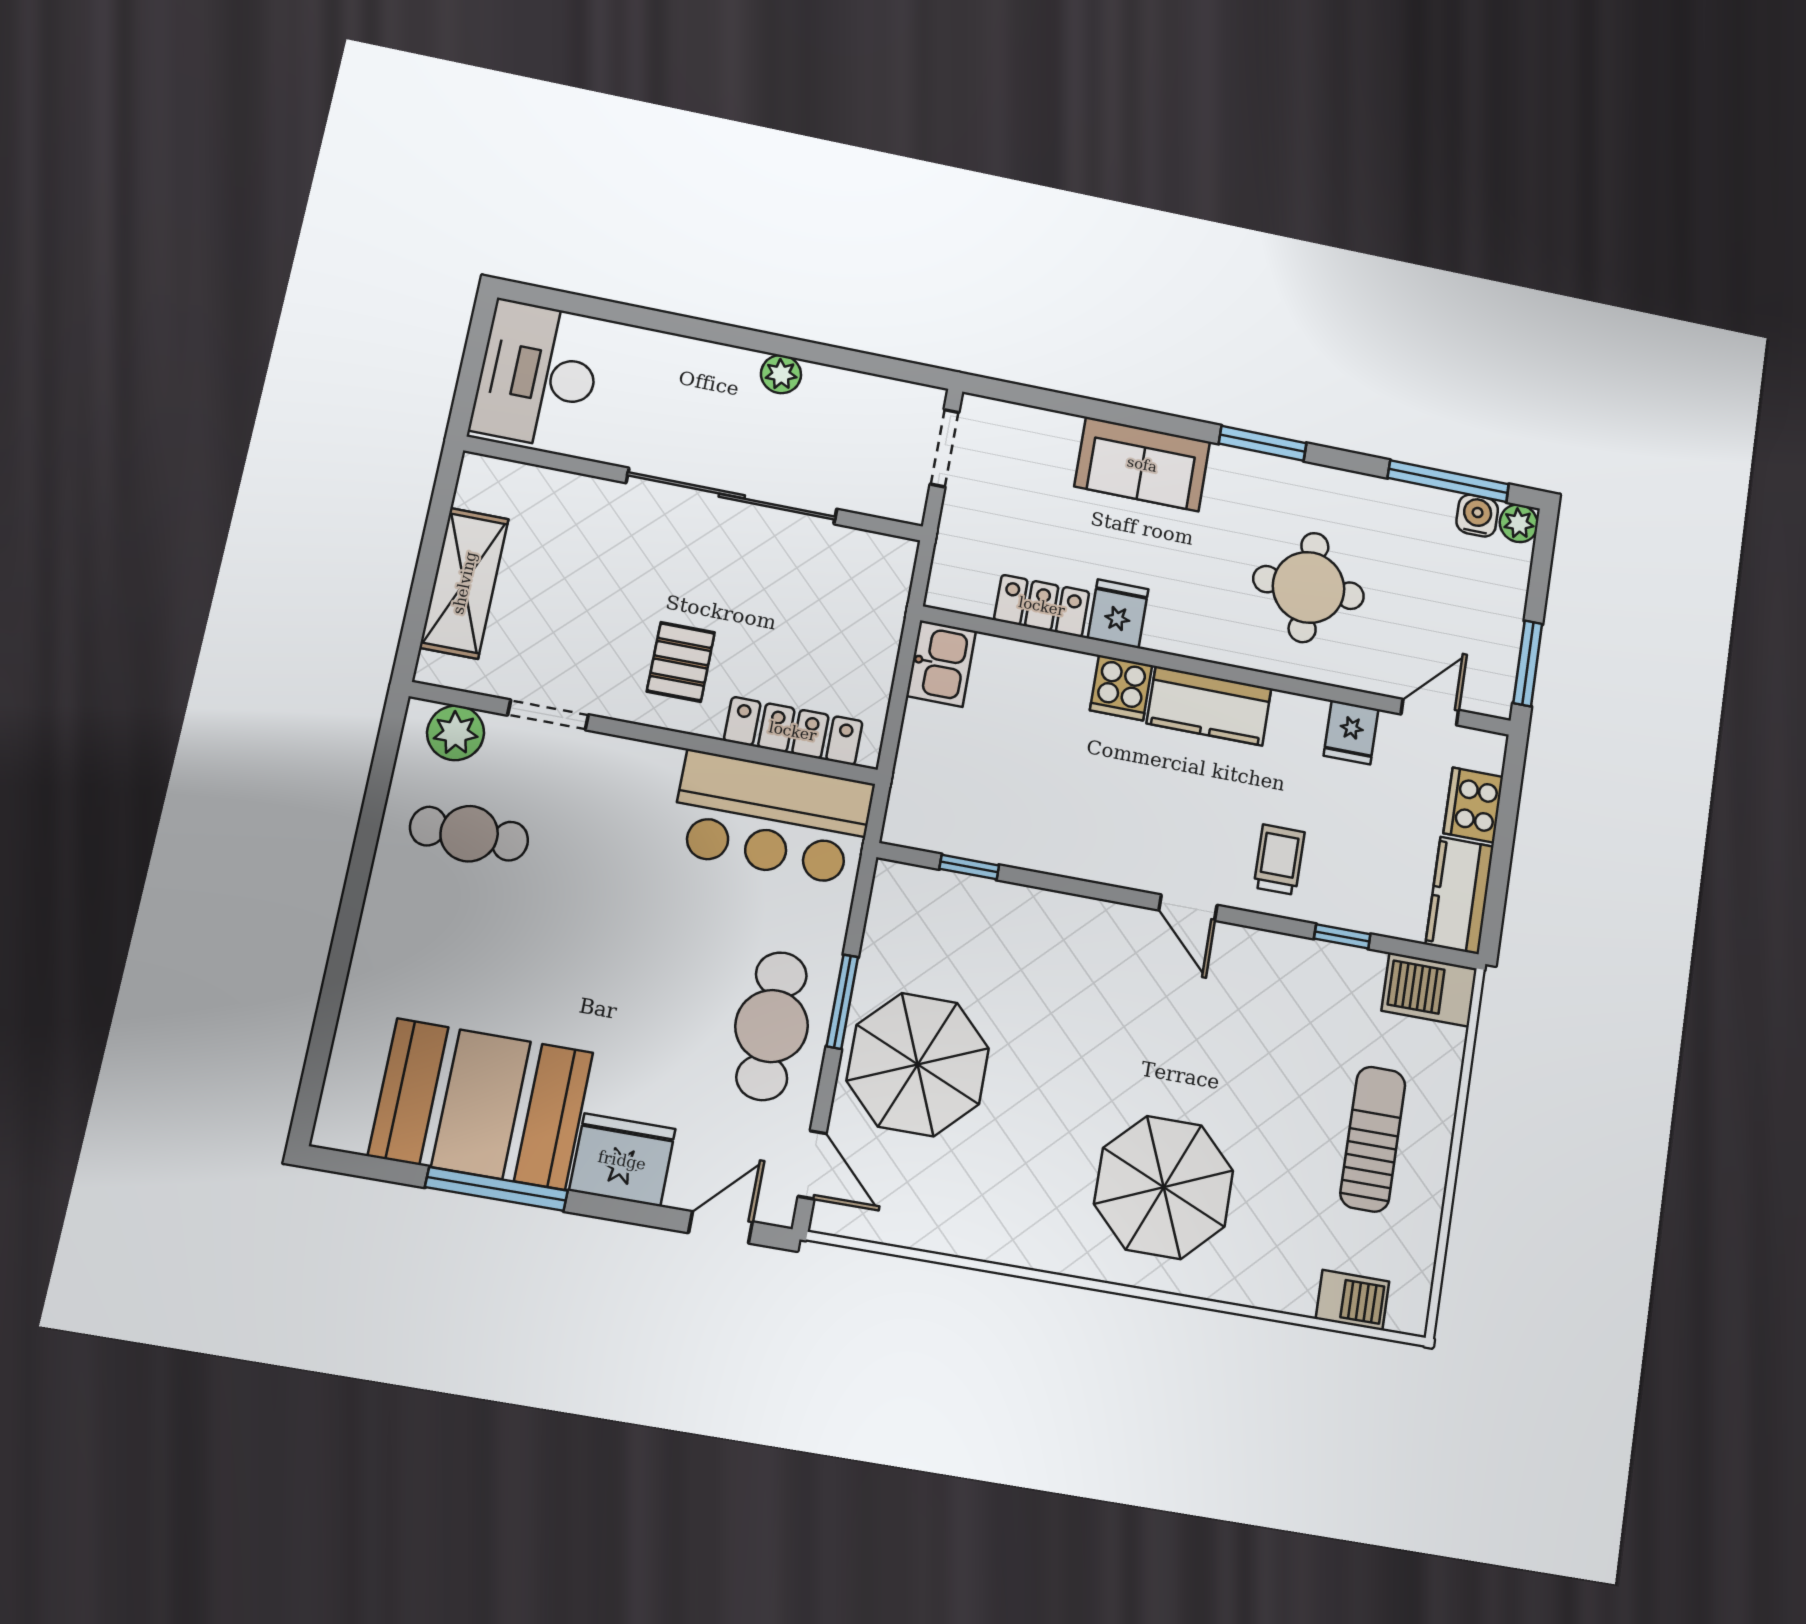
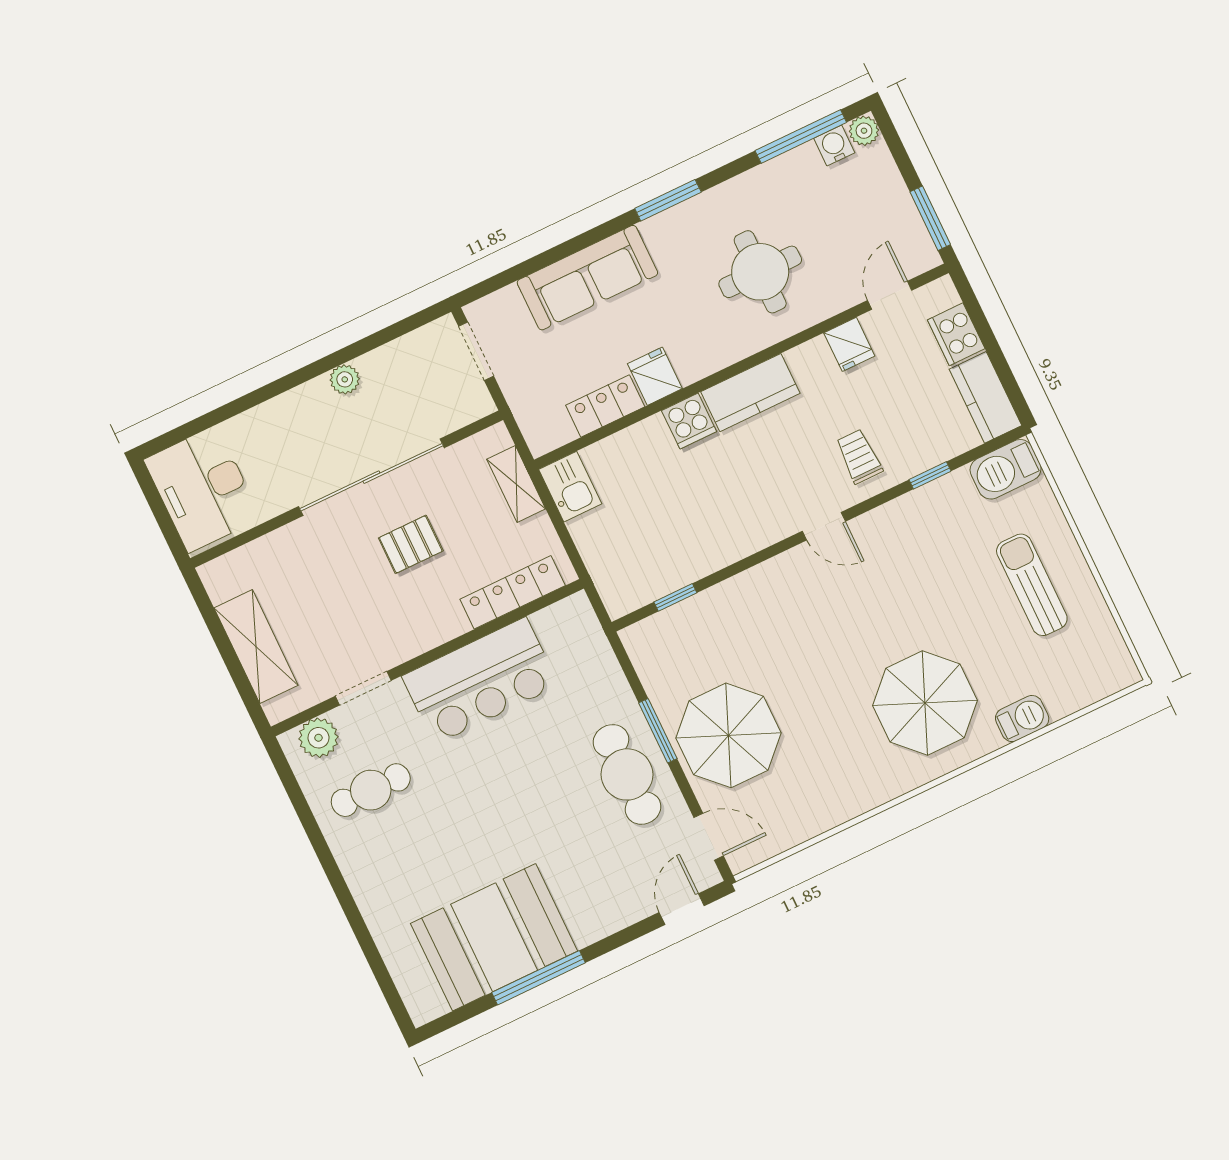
sofa: (1142, 464) -> (587, 278), width x1.36
shelving: (884, 618) -> (516, 484), added
pallet: (681, 662) -> (411, 544), moved, turned 90
bar counter: (772, 818) -> (480, 681), moved
fridge: (622, 1160) -> (598, 911), removed
barbecue: (1352, 1300) -> (1022, 719), moved

